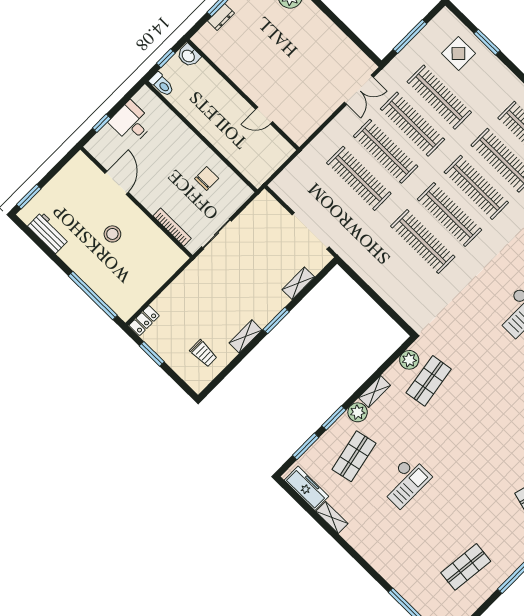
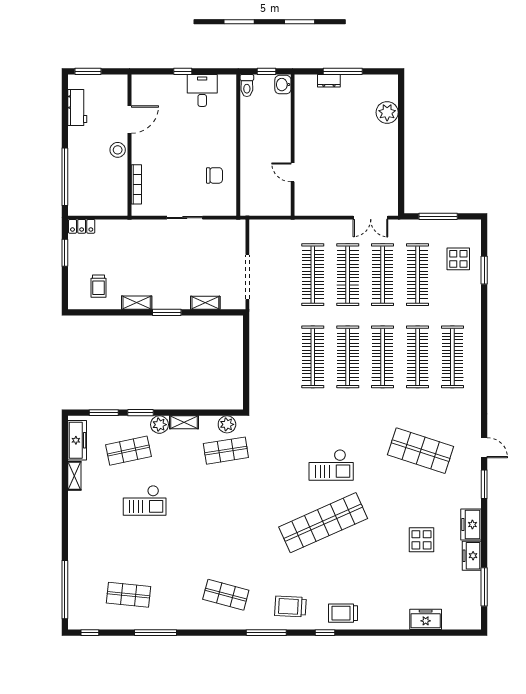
door: (117, 183) -> (130, 120), moved
wall: (136, 202) -> (130, 145), moved
bookcase: (172, 227) -> (136, 184), moved

